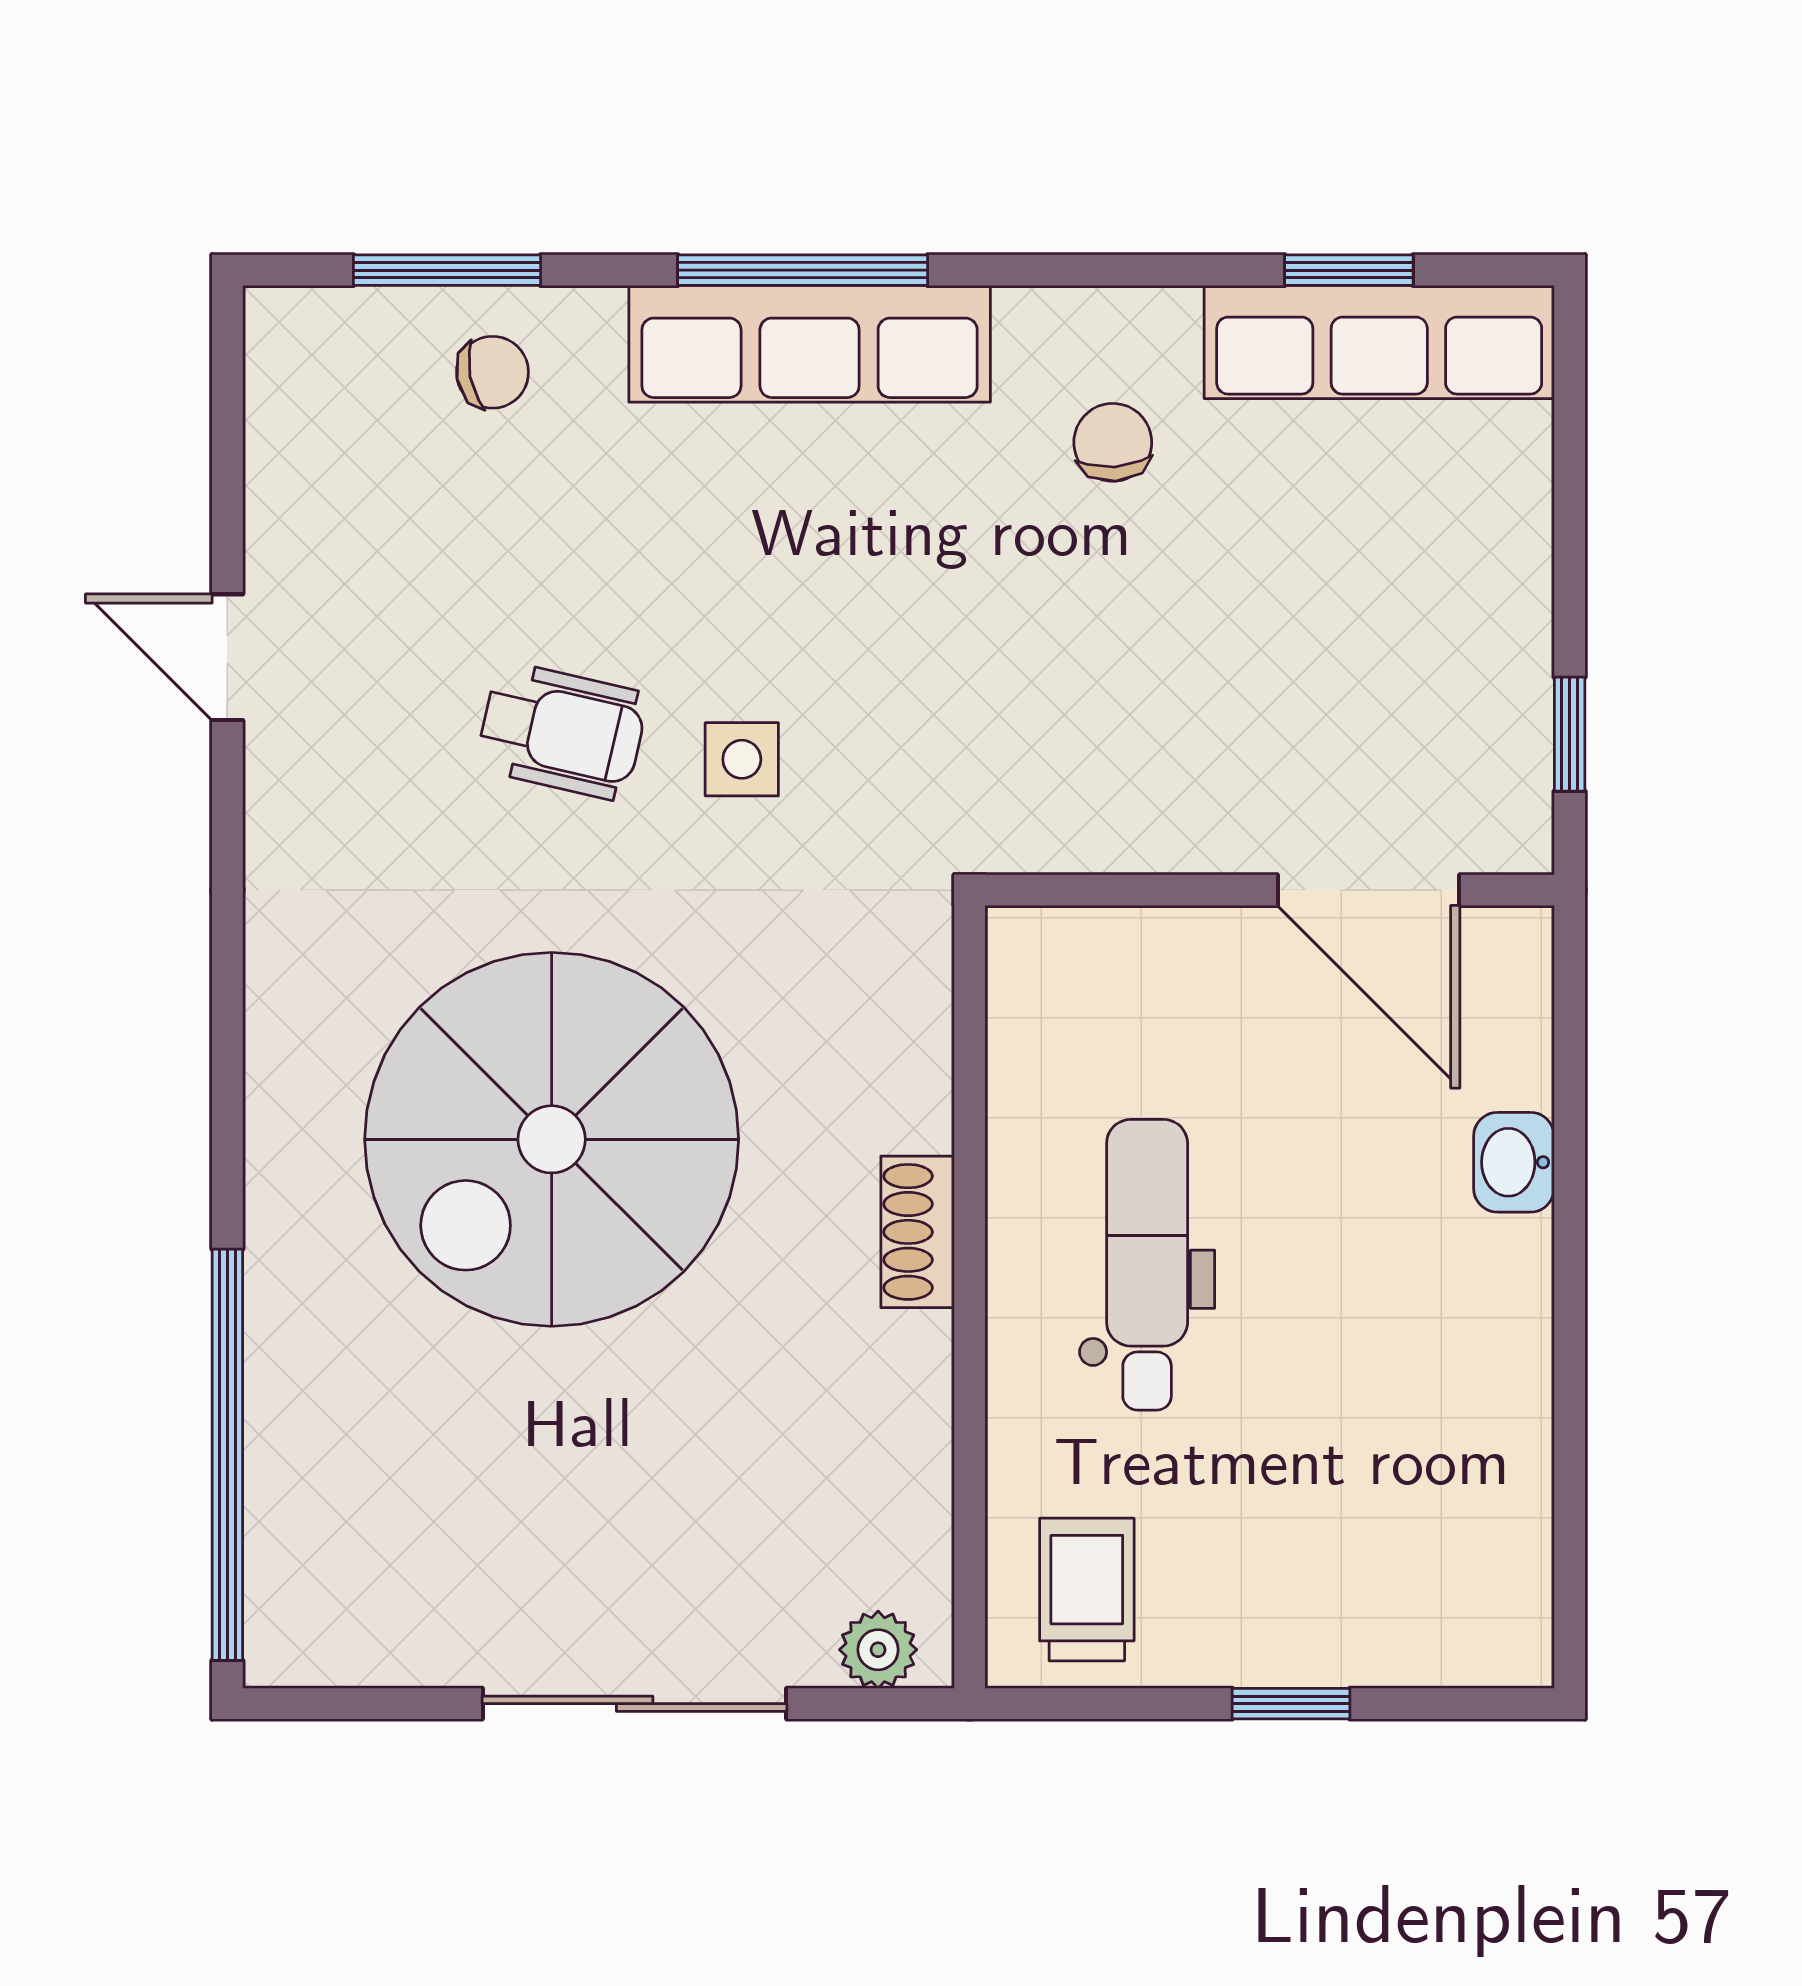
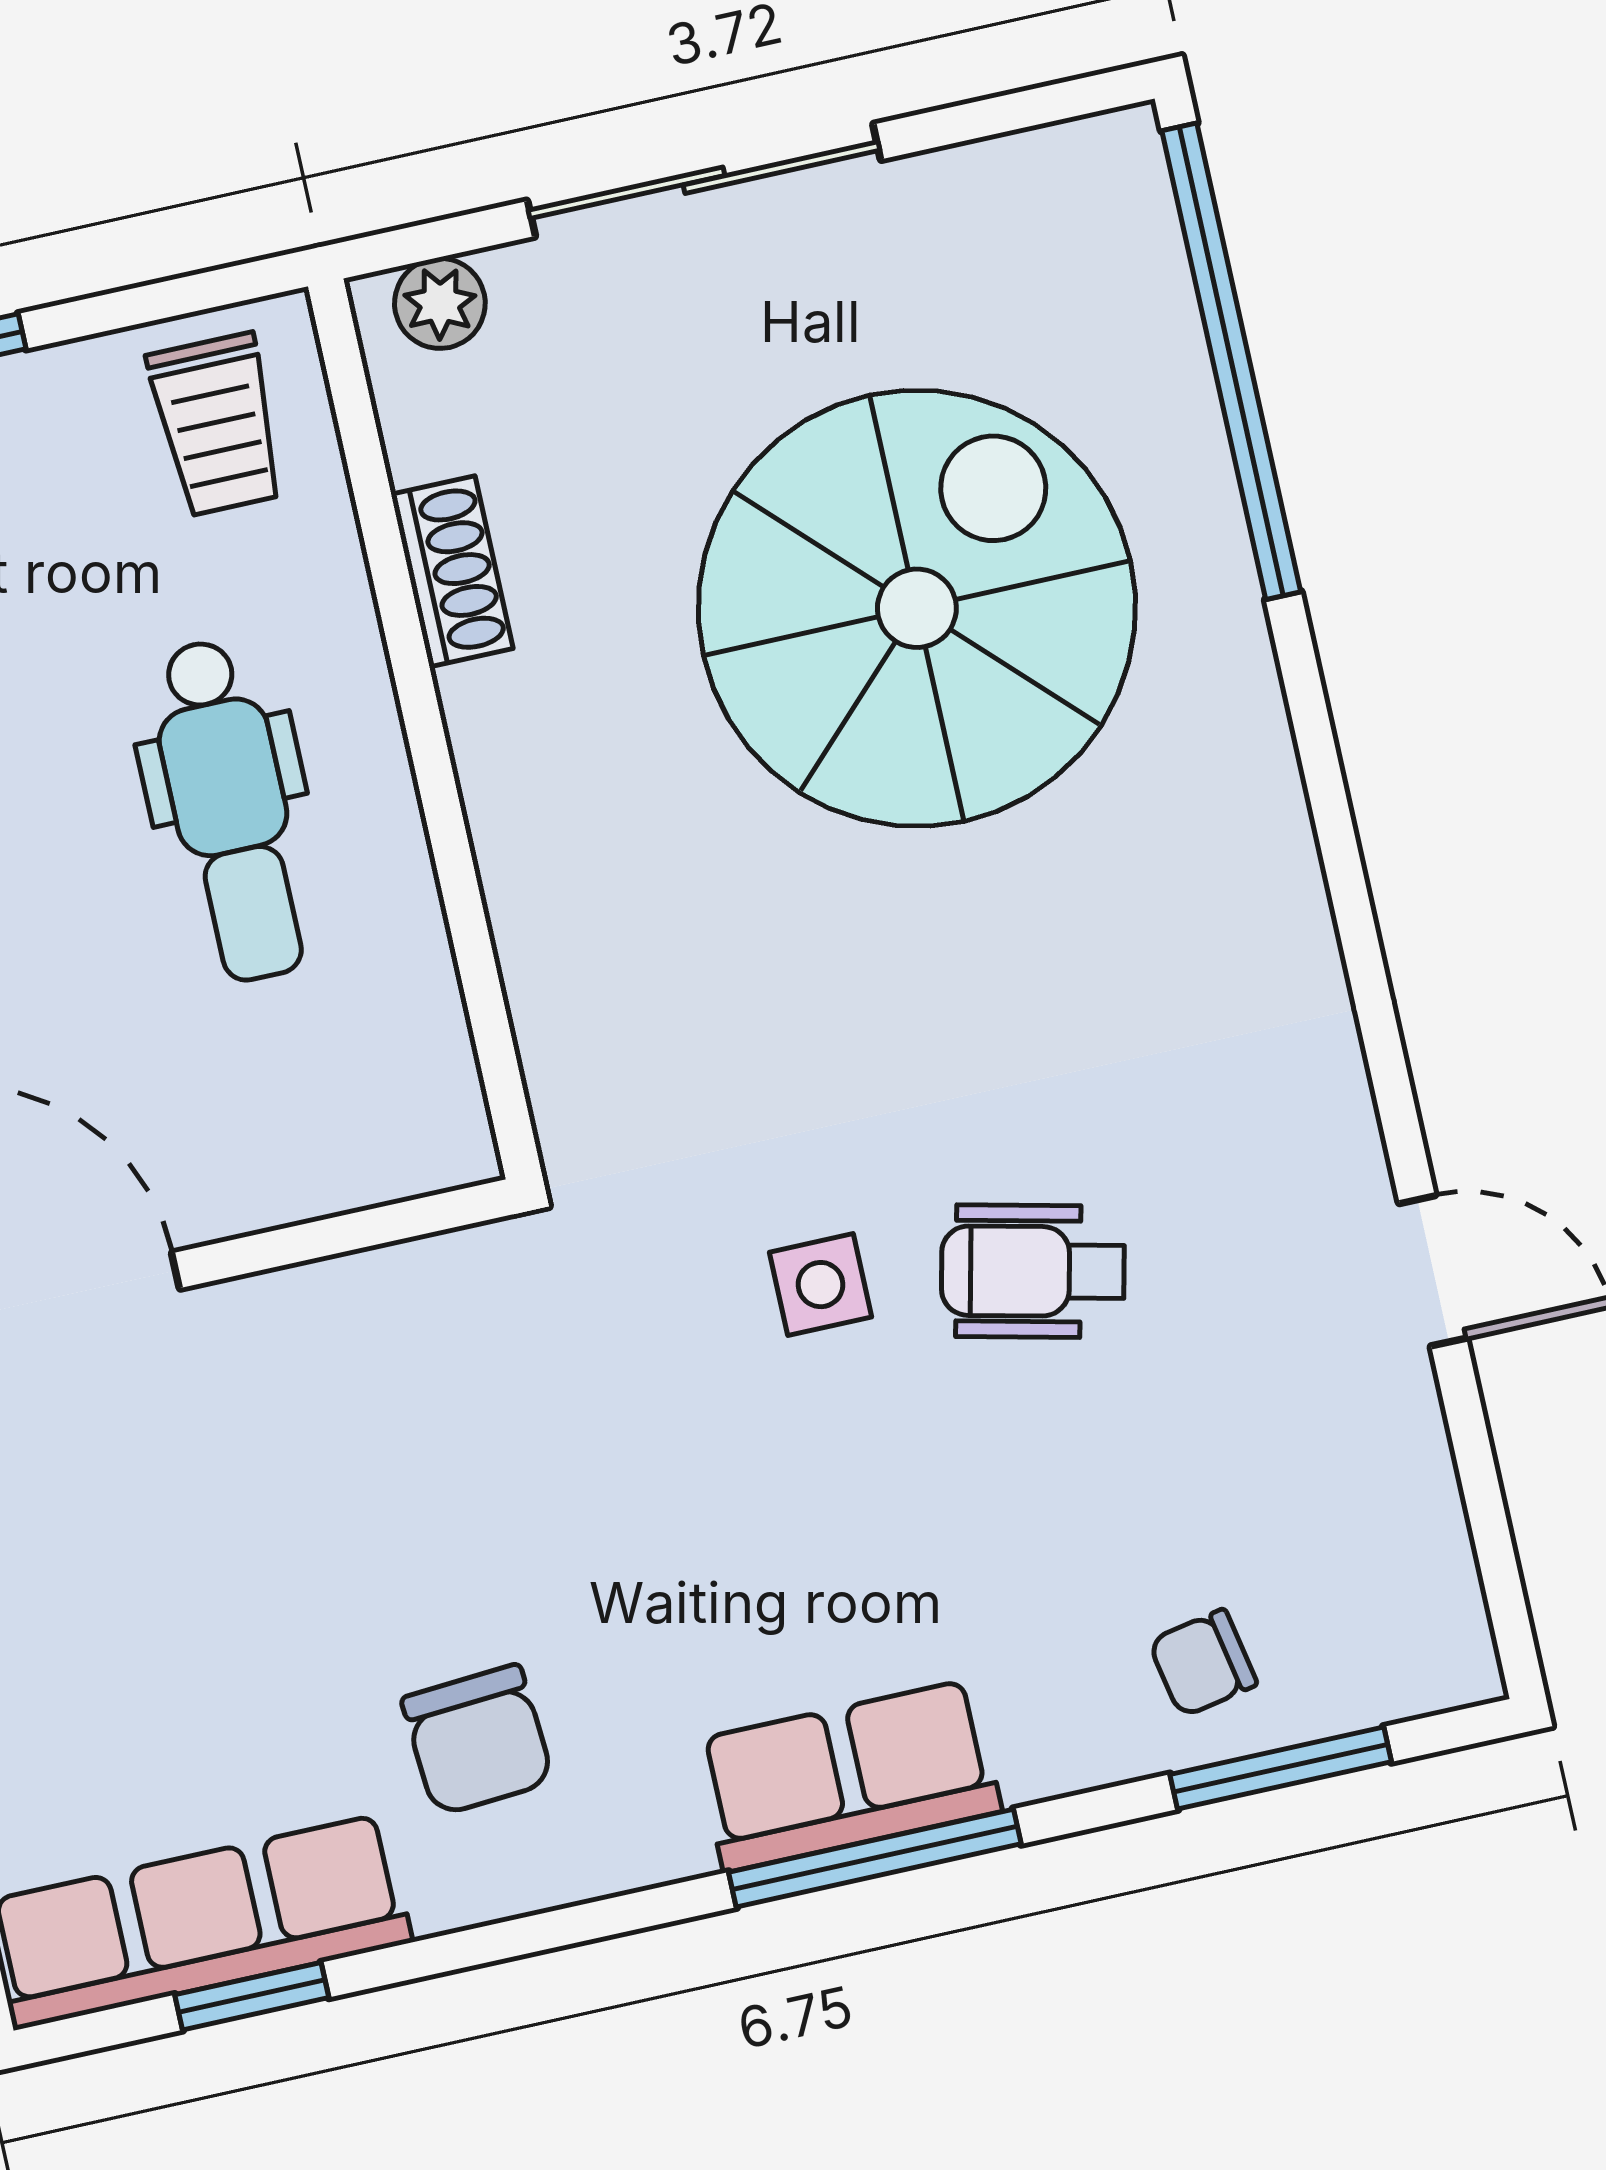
row of seats: (810, 344) -> (848, 1776), width x0.68
chair: (1113, 442) -> (477, 1740), width x1.37, depth x1.37
spiral stairs: (552, 1139) -> (917, 608), moved
shoe rack: (918, 1232) -> (452, 571), moved

